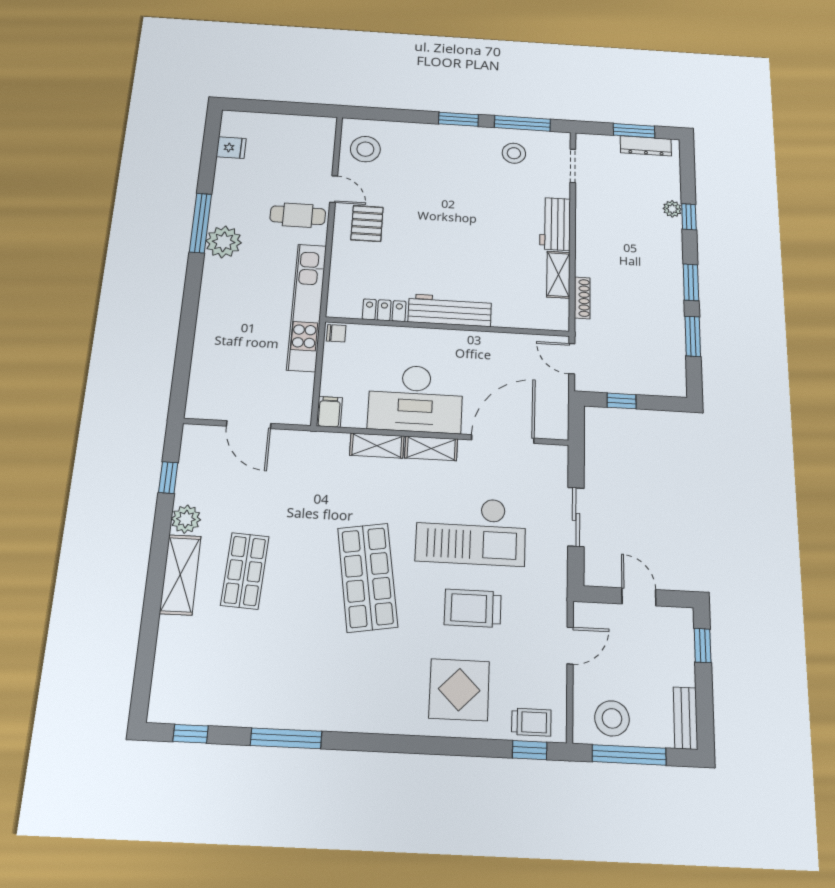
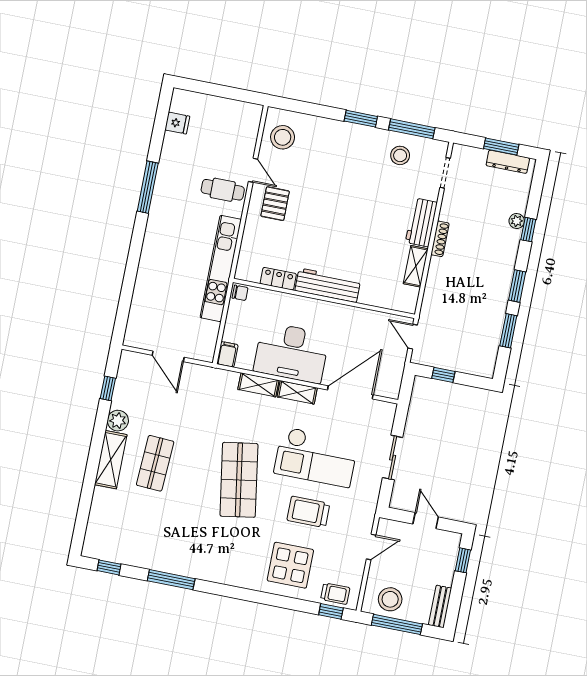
plant: (224, 242) -> (164, 206), removed
shoe rack: (582, 298) -> (440, 239), moved

